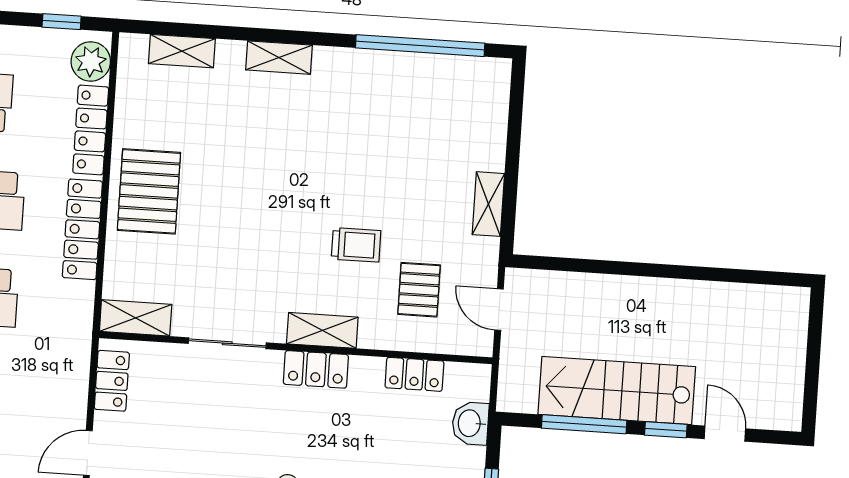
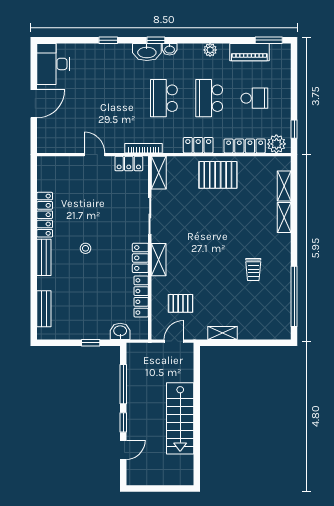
shelving: (279, 58) -> (284, 217), moved
locker: (82, 229) -> (198, 145), width x0.66
trolley: (356, 245) -> (253, 270), moved
bookcase: (81, 347) -> (144, 148), added
locker: (414, 374) -> (141, 296), width x1.53
stairs: (617, 391) -> (180, 418), moved, turned 180

